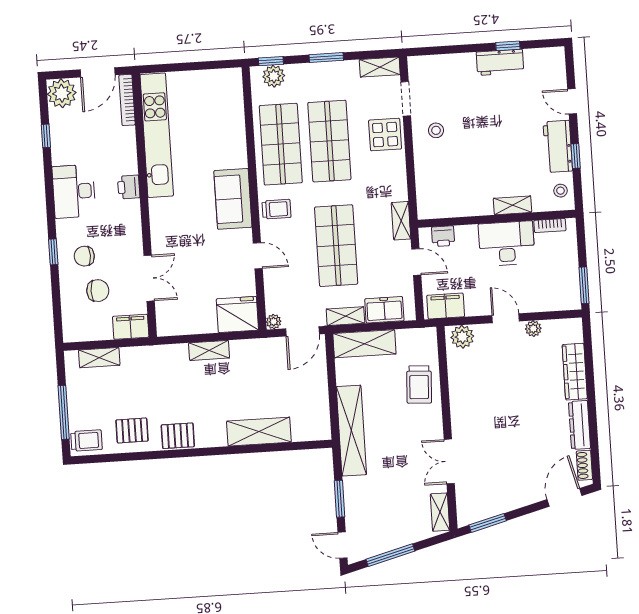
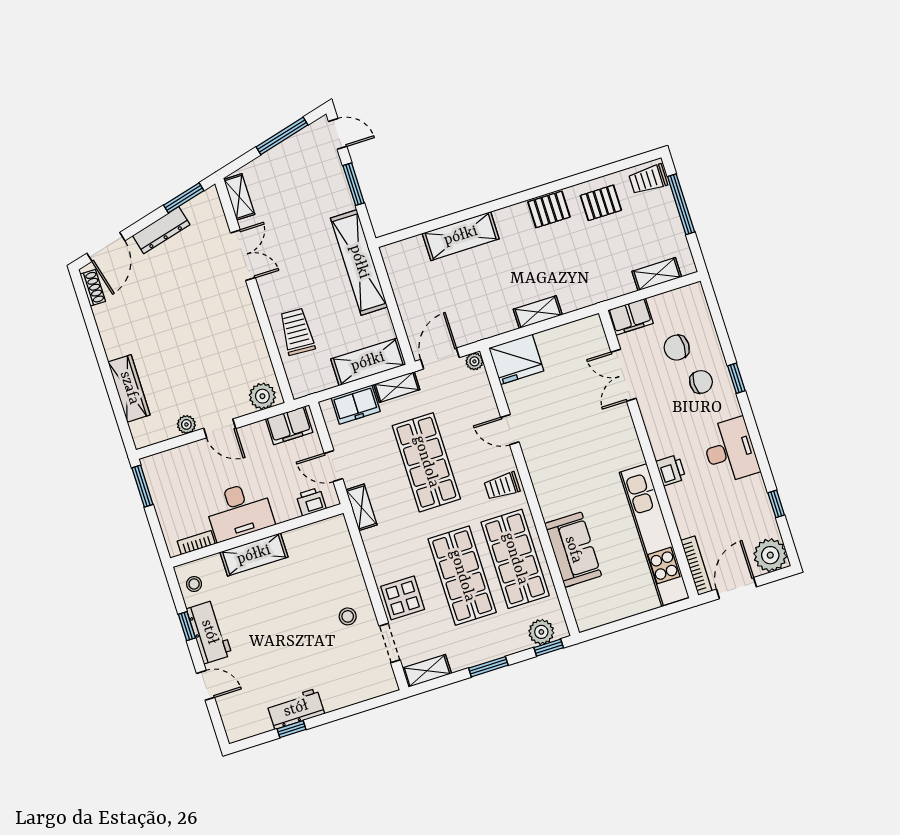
sofa: (233, 199) -> (573, 550), moved
shelving: (512, 205) -> (254, 555), width x1.50, depth x1.33
dresser: (580, 425) -> (161, 230), moved, turned 75

